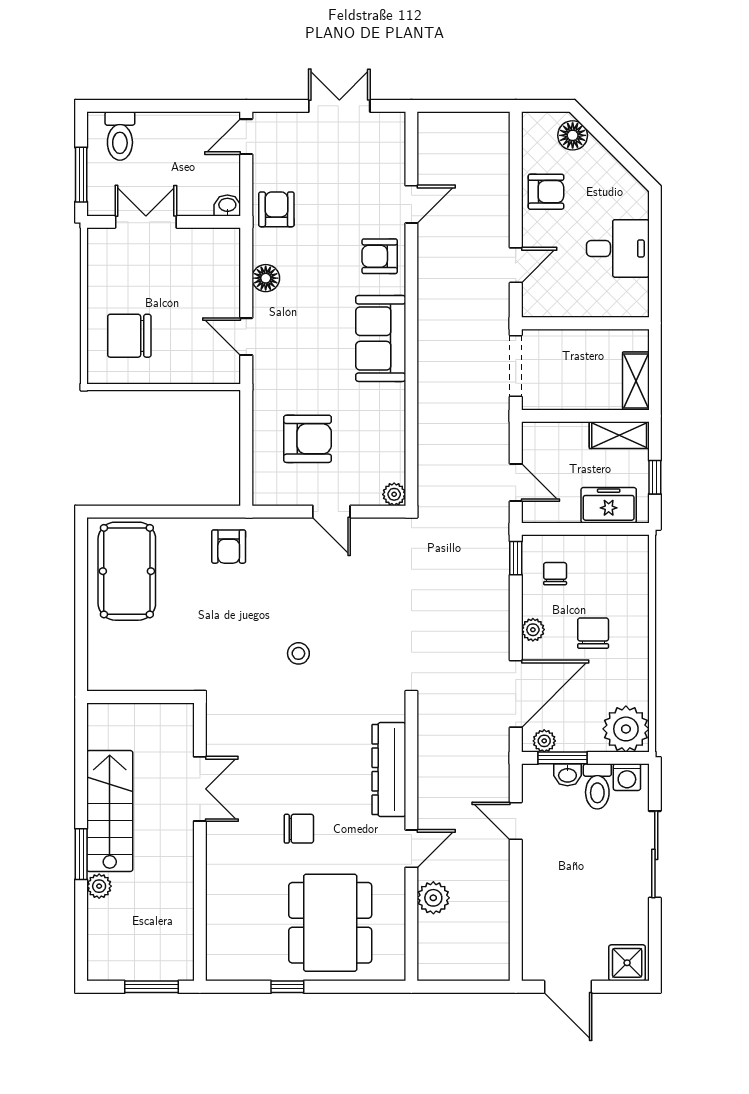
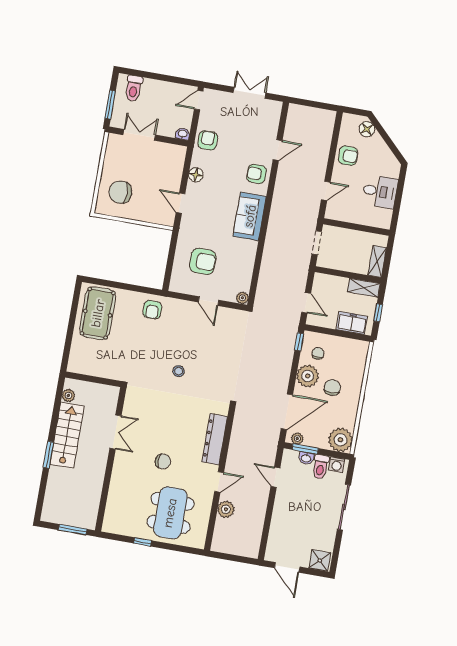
doorway: (516, 366) -> (317, 243), width x0.73
plant: (533, 630) -> (308, 376), width x1.88, depth x1.88
plant: (99, 886) -> (68, 396), moved

